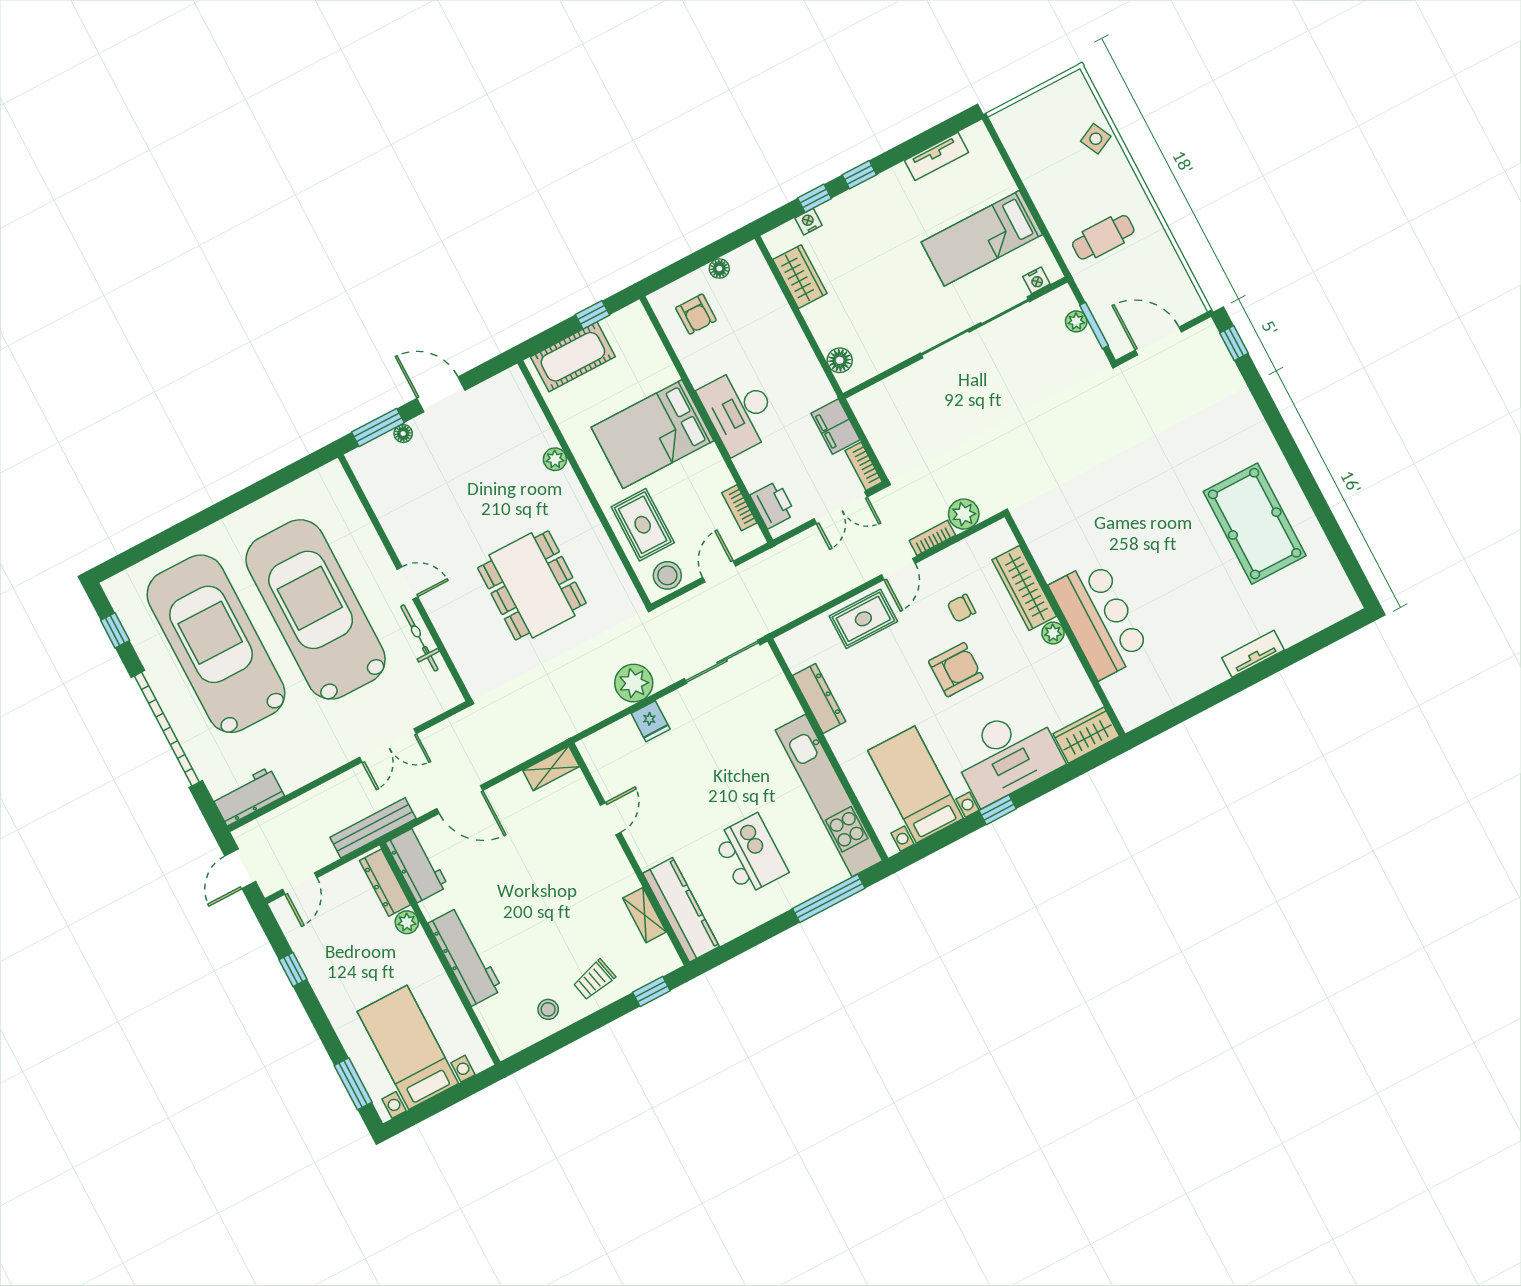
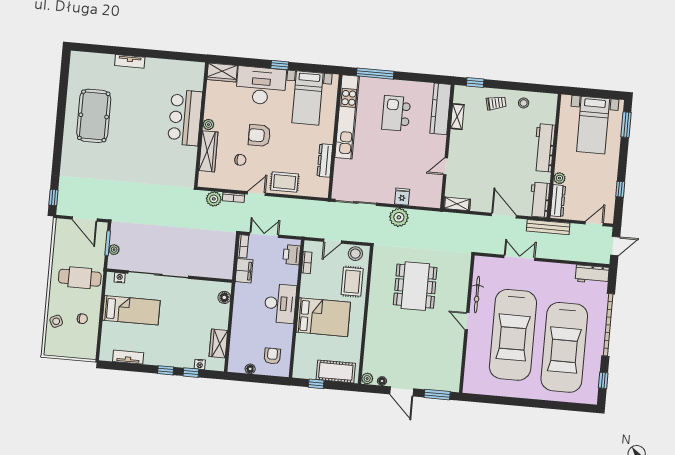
chair: (1055, 171) -> (82, 319), added
cafe table: (1103, 237) -> (80, 278), width x1.37, depth x1.35
floor lamp: (403, 434) -> (382, 381), moved
plant: (555, 459) -> (367, 379), moved

